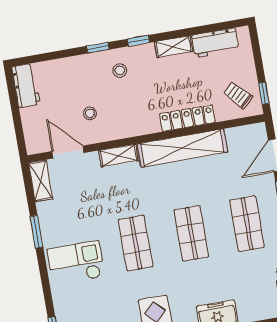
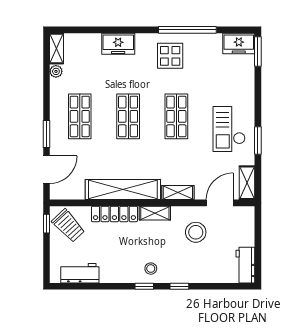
shelving: (173, 47) -> (155, 213), moved
stool: (120, 71) -> (151, 269), moved
trolley: (238, 95) -> (68, 226), width x1.36, depth x1.39
stool: (90, 113) -> (196, 232), width x1.89, depth x1.89
door: (68, 152) -> (220, 203), swing flipped
checkout: (76, 263) -> (229, 129), moved, turned 90

